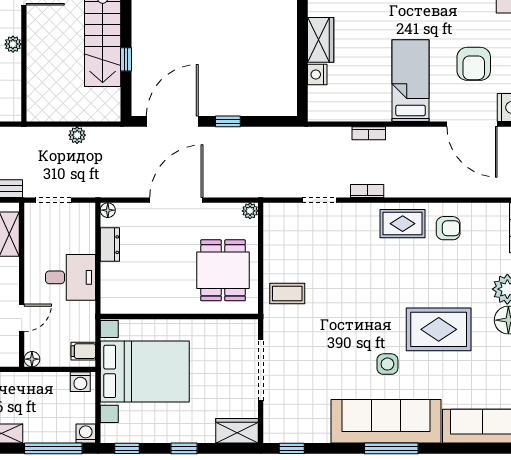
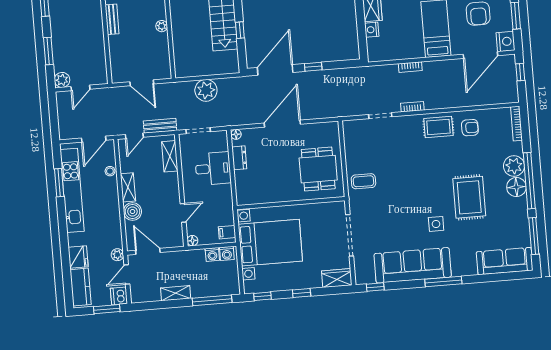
door: (472, 124) -> (480, 55), hinge flipped
plant: (77, 135) -> (206, 90), width x1.87, depth x1.87
plant: (250, 211) -> (333, 127), removed
desk: (70, 277) -> (213, 168), moved
rug: (439, 329) -> (469, 197), turned 90
sofa: (386, 421) -> (413, 265), moved
washing machine: (86, 433) -> (212, 254), moved, turned 180

